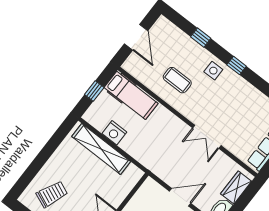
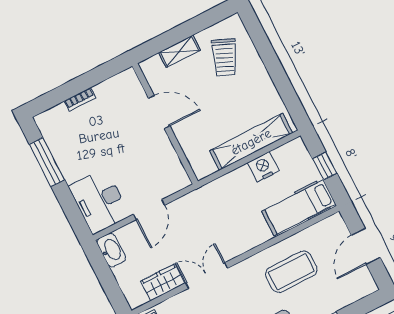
door: (136, 37) -> (366, 246), hinge flipped
coffee table: (177, 80) -> (291, 272), width x1.36, depth x1.32
wardrobe: (236, 187) -> (163, 282), moved, turned -90

